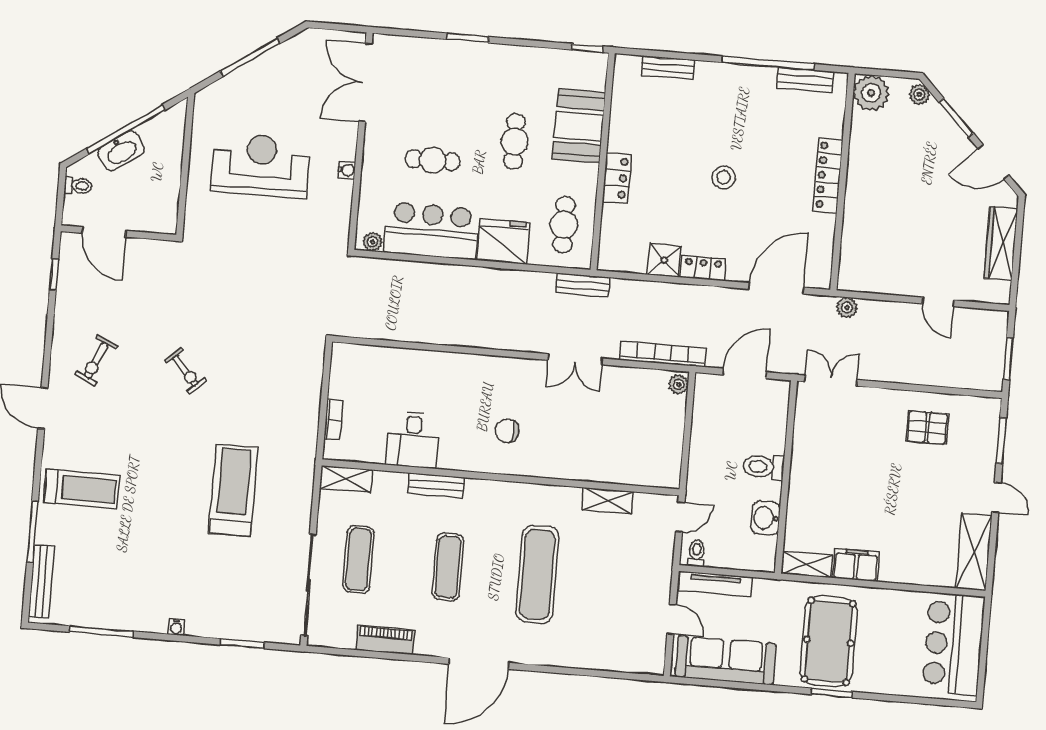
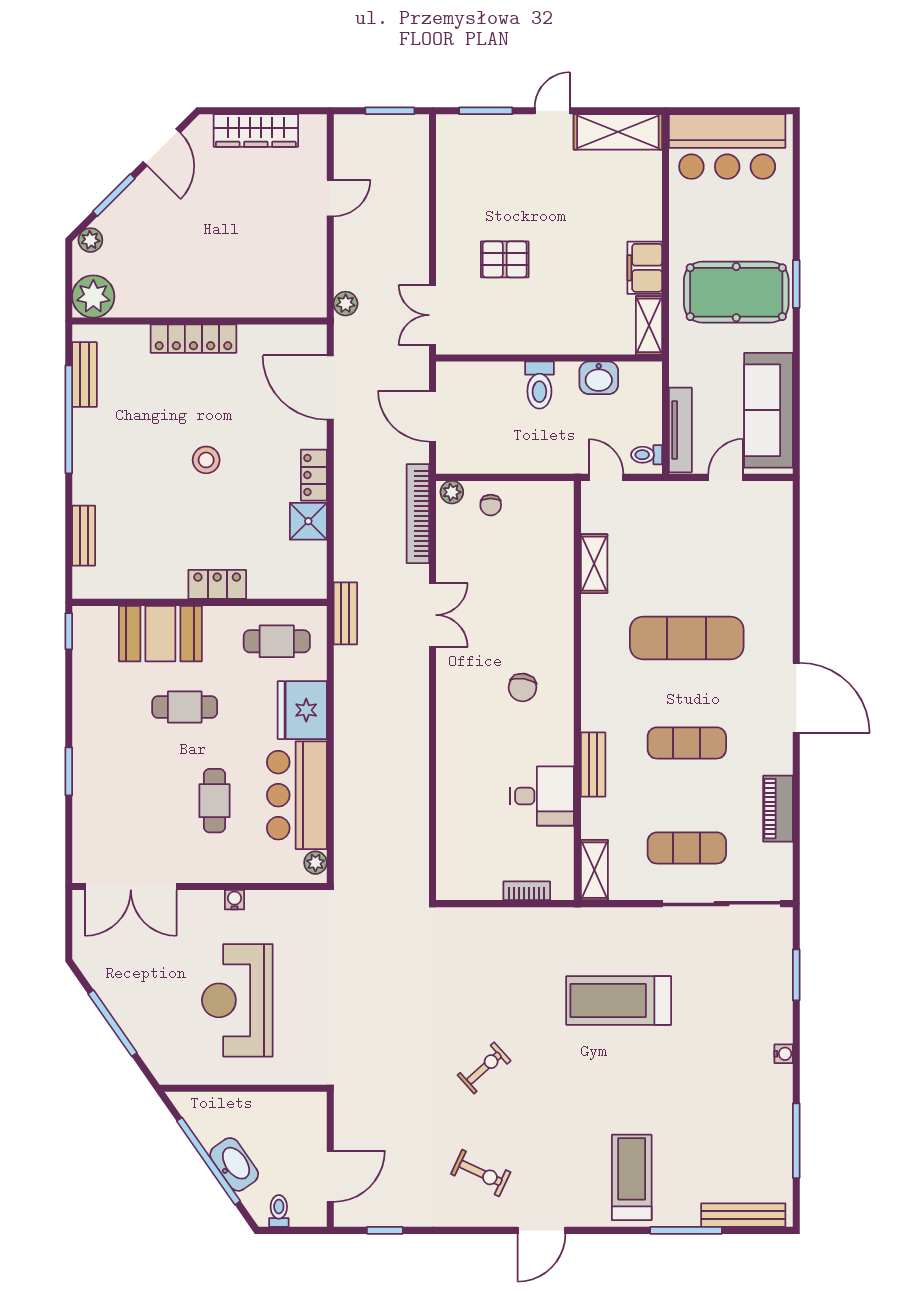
chair: (665, 417) -> (491, 505), added
pallet: (927, 427) -> (505, 259), moved, turned 90

